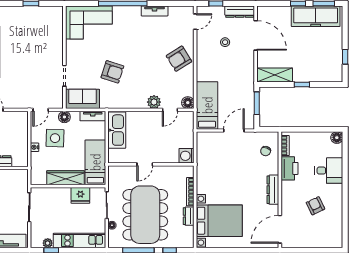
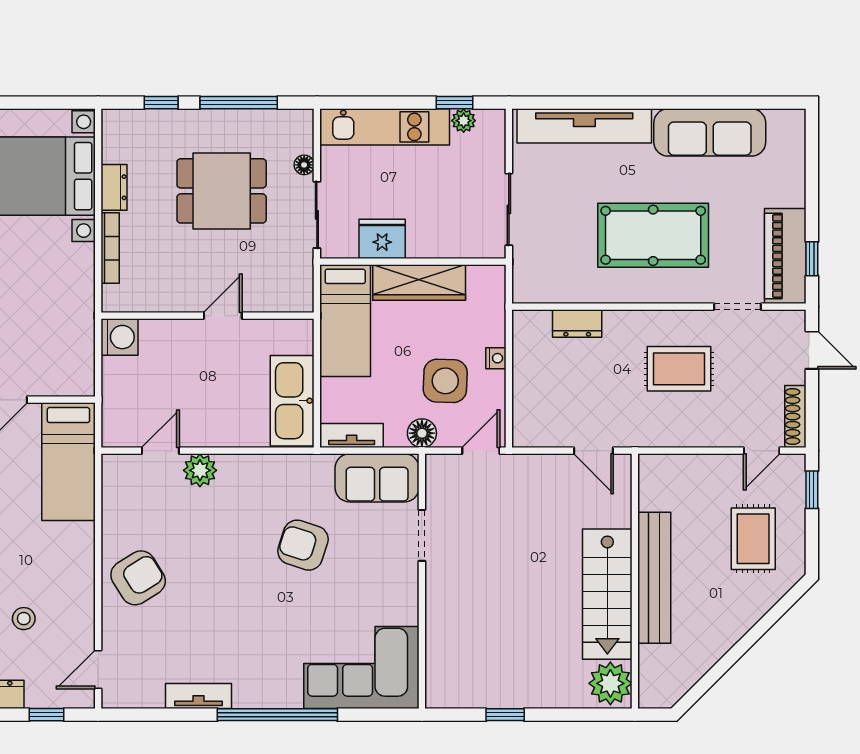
floor lamp: (188, 103) -> (116, 469), removed
dining table: (145, 215) -> (222, 191), width x0.53, depth x0.80

